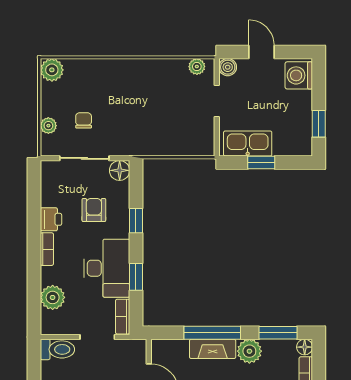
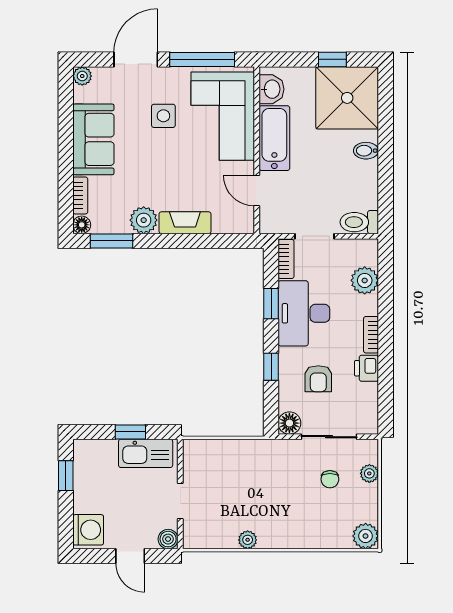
plant: (197, 67) -> (248, 540), moved
window: (212, 333) -> (185, 241), removed

